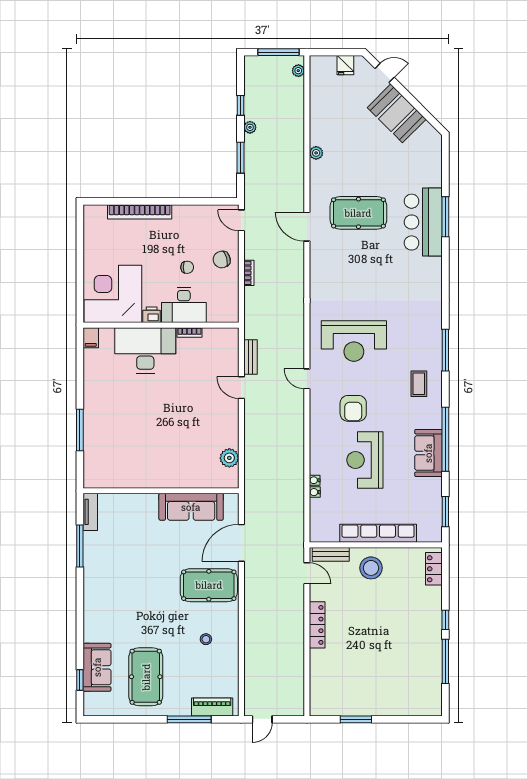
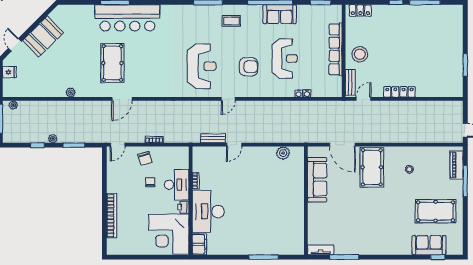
bar counter: (423, 222) -> (127, 18), width x1.36
filing cabinet: (91, 338) -> (199, 244), width x2.00
reception desk: (365, 460) -> (285, 59), turned -90

